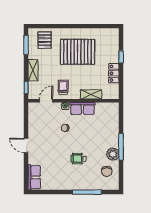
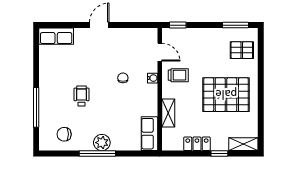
pallet: (78, 52) -> (226, 95), turned 90
shelving: (33, 70) -> (243, 144), moved
row of seats: (82, 108) -> (149, 134), moved
plant: (113, 154) -> (102, 143), moved

